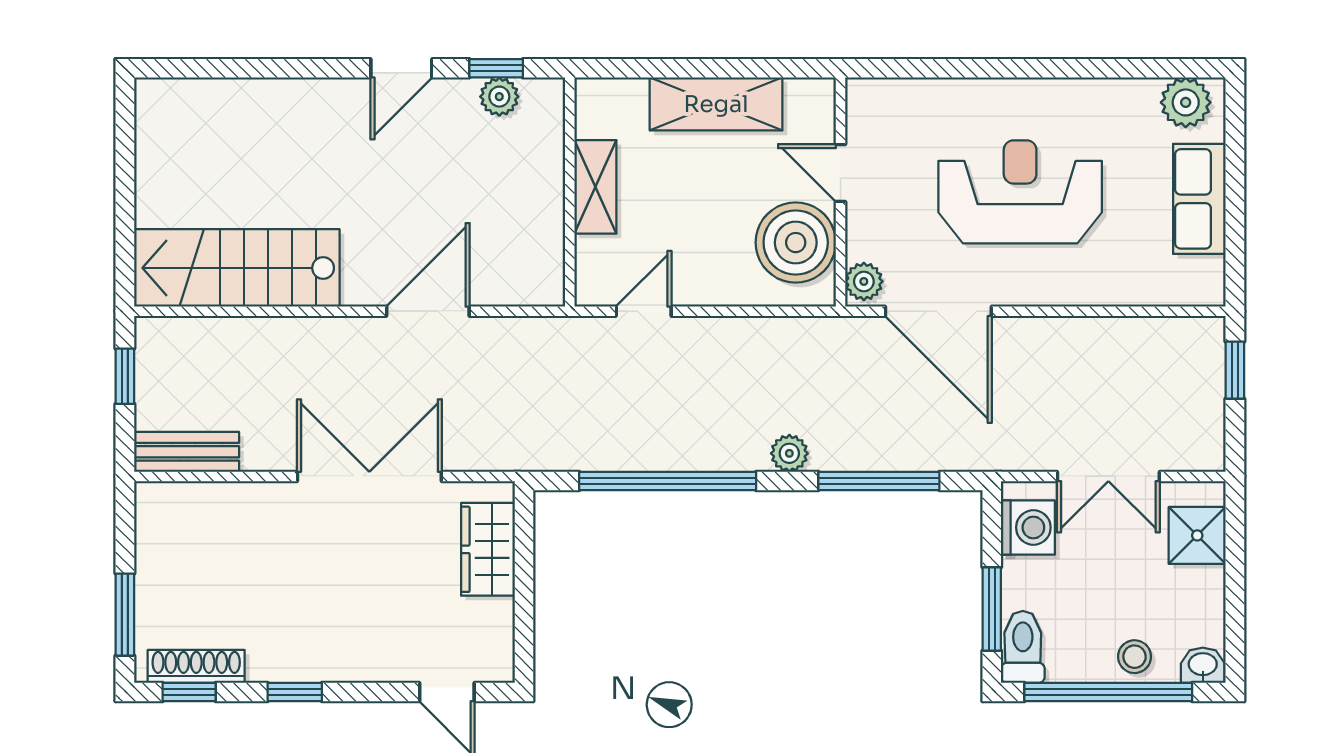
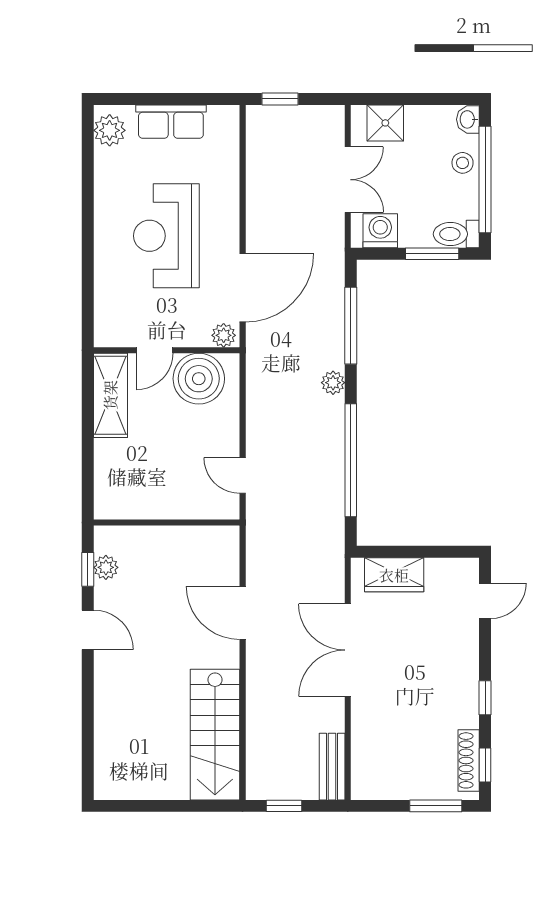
shelving: (716, 104) -> (110, 395), moved
shelving: (595, 187) -> (163, 506), removed

